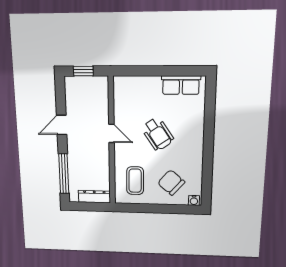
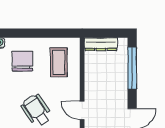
chair: (171, 183) -> (22, 61), turned -131

